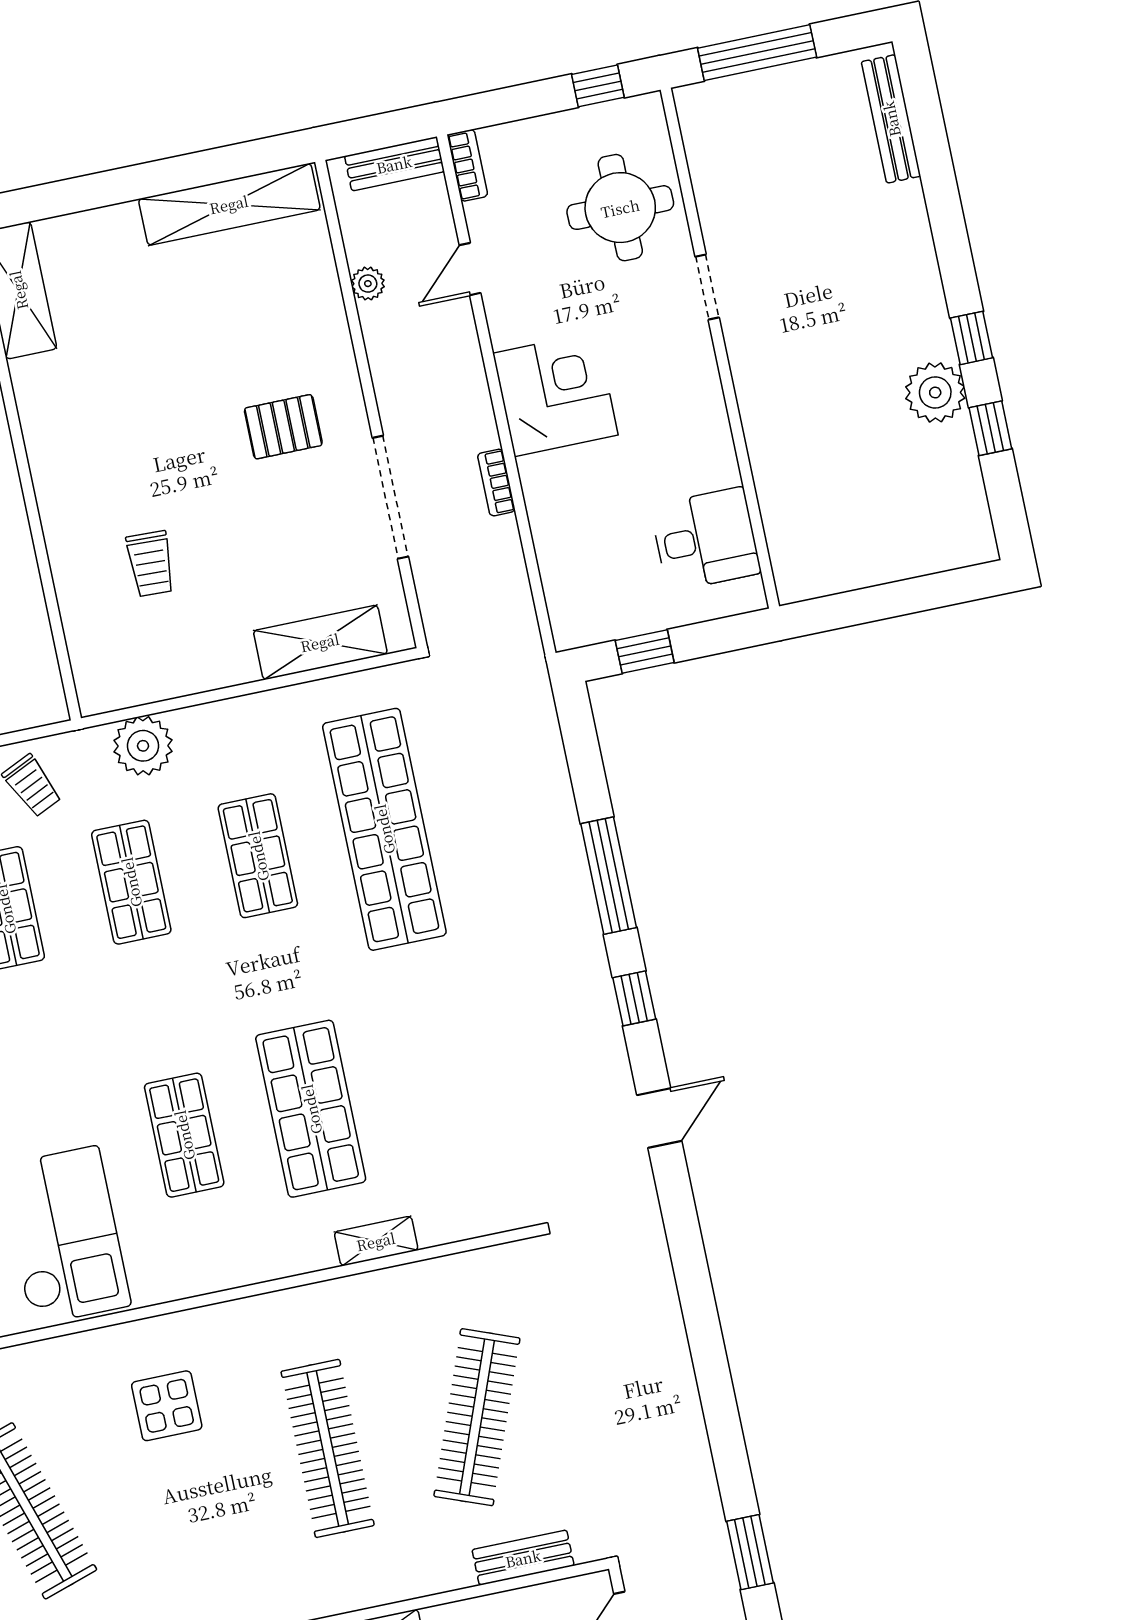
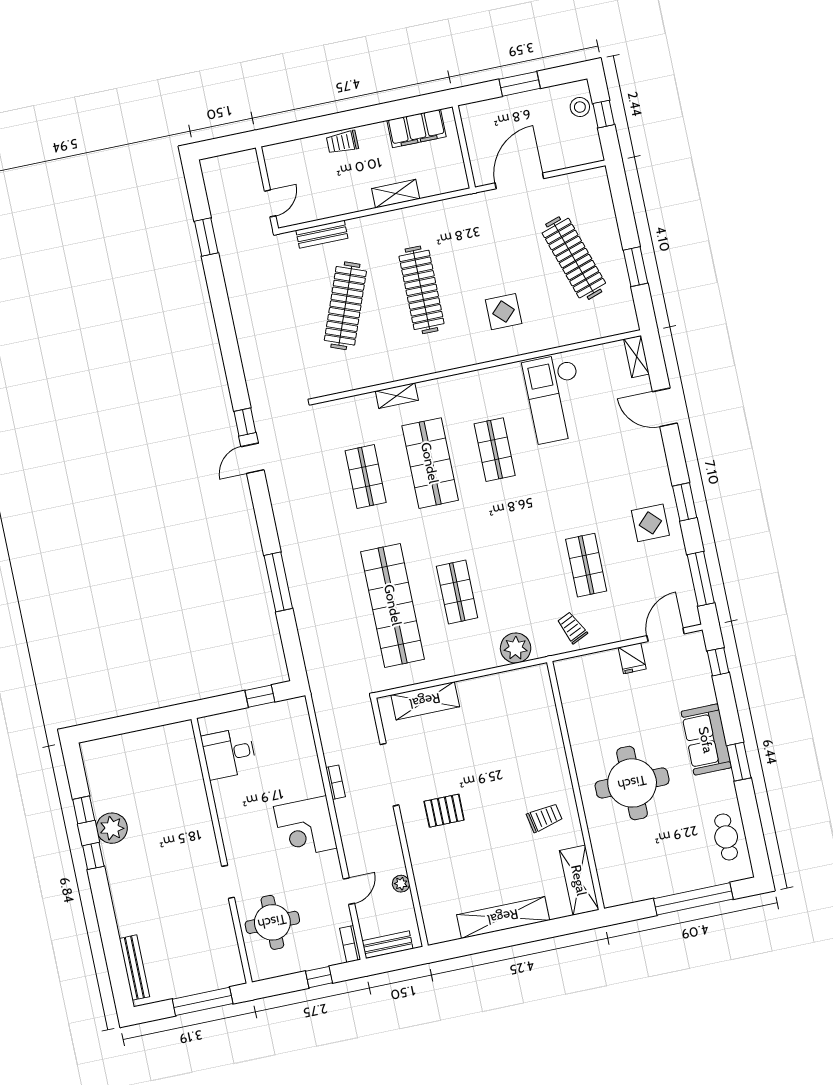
window: (598, 86) -> (319, 977), moved
shelving: (229, 204) -> (503, 917), moved
trolley: (151, 564) -> (544, 818), moved, turned 77
shop shelf: (131, 882) -> (366, 477), moved
window: (634, 998) -> (245, 422), moved

